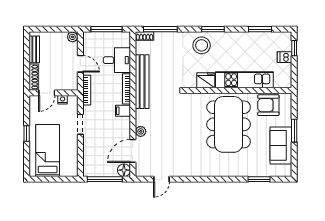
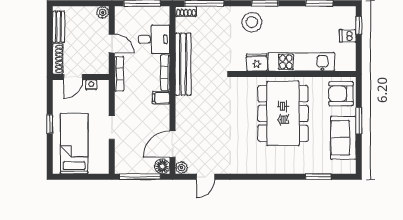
armchair: (268, 105) -> (341, 94), moved
doorway: (80, 124) -> (112, 128), moved
plant: (141, 131) -> (182, 168), moved

